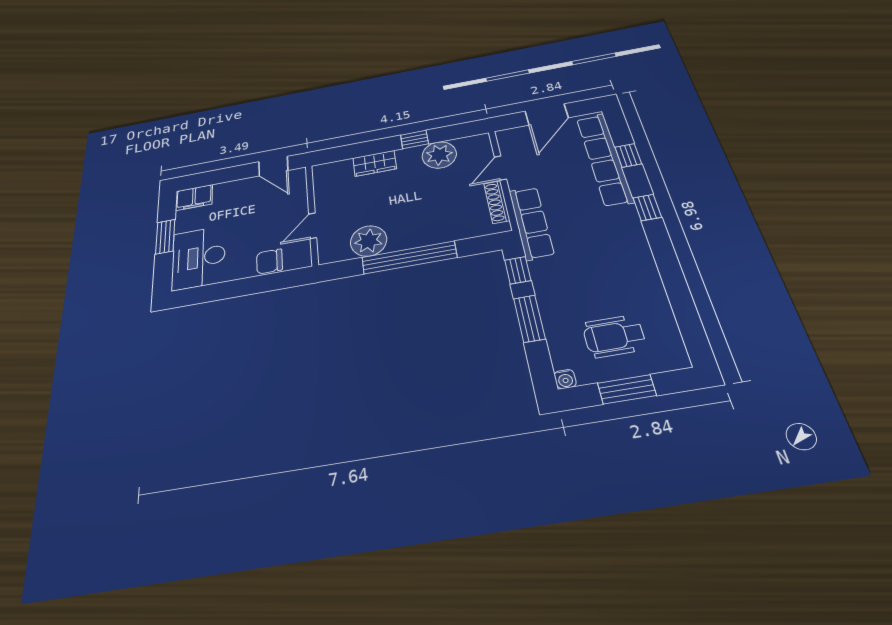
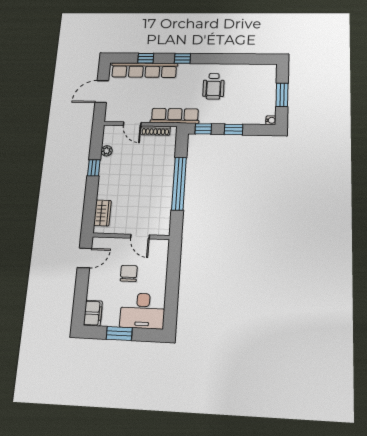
door: (547, 114) -> (102, 91), swing flipped
plant: (439, 155) -> (107, 151), width x0.53, depth x0.53
wardrobe: (375, 163) -> (102, 213), moved
plant: (369, 241) -> (161, 205), removed
chair: (269, 261) -> (129, 273), moved, turned 180
window: (529, 319) -> (234, 129), width x0.67
wheelchair: (614, 336) -> (214, 86), moved

